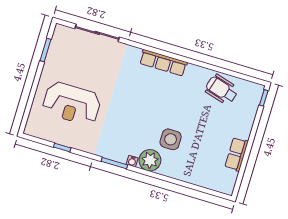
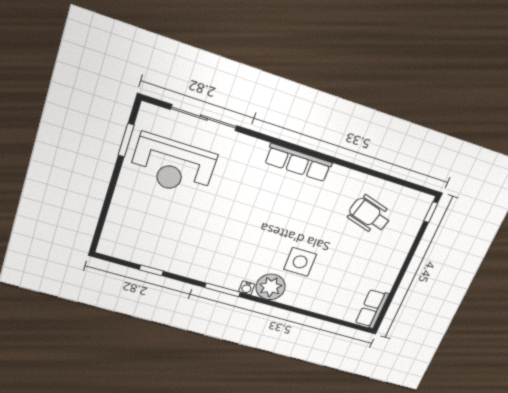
wheelchair: (222, 90) -> (370, 215), moved
reception desk: (72, 104) -> (173, 165), moved
row of seats: (237, 154) -> (372, 309), moved

